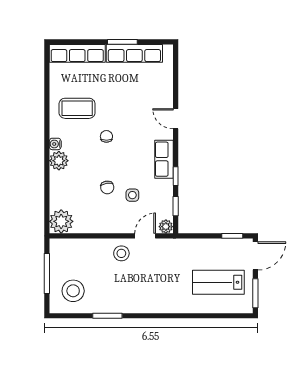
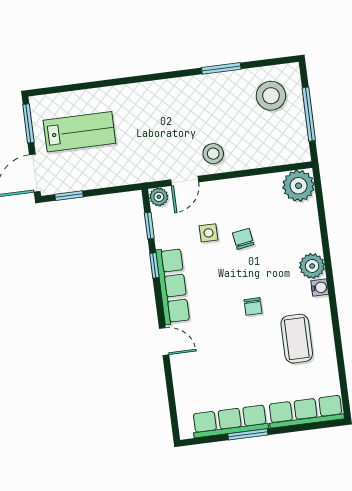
coffee table: (77, 108) -> (297, 339), turned 90
row of seats: (164, 159) -> (173, 286), width x1.48

